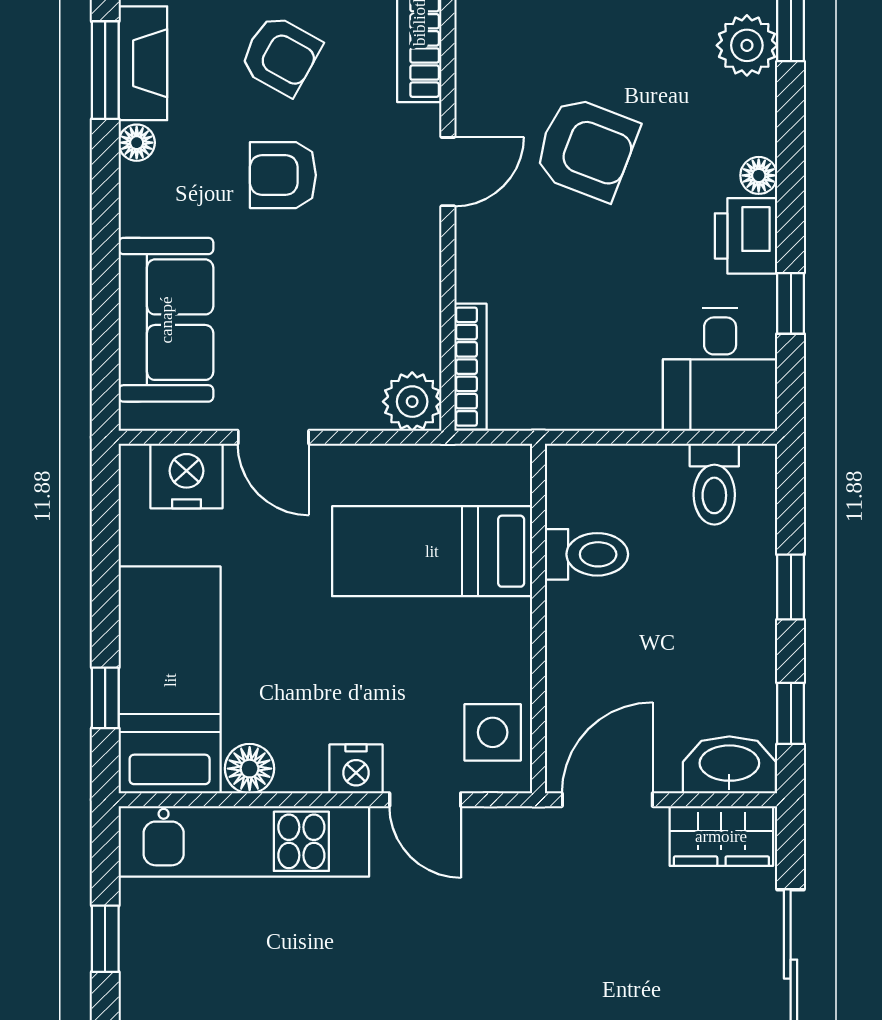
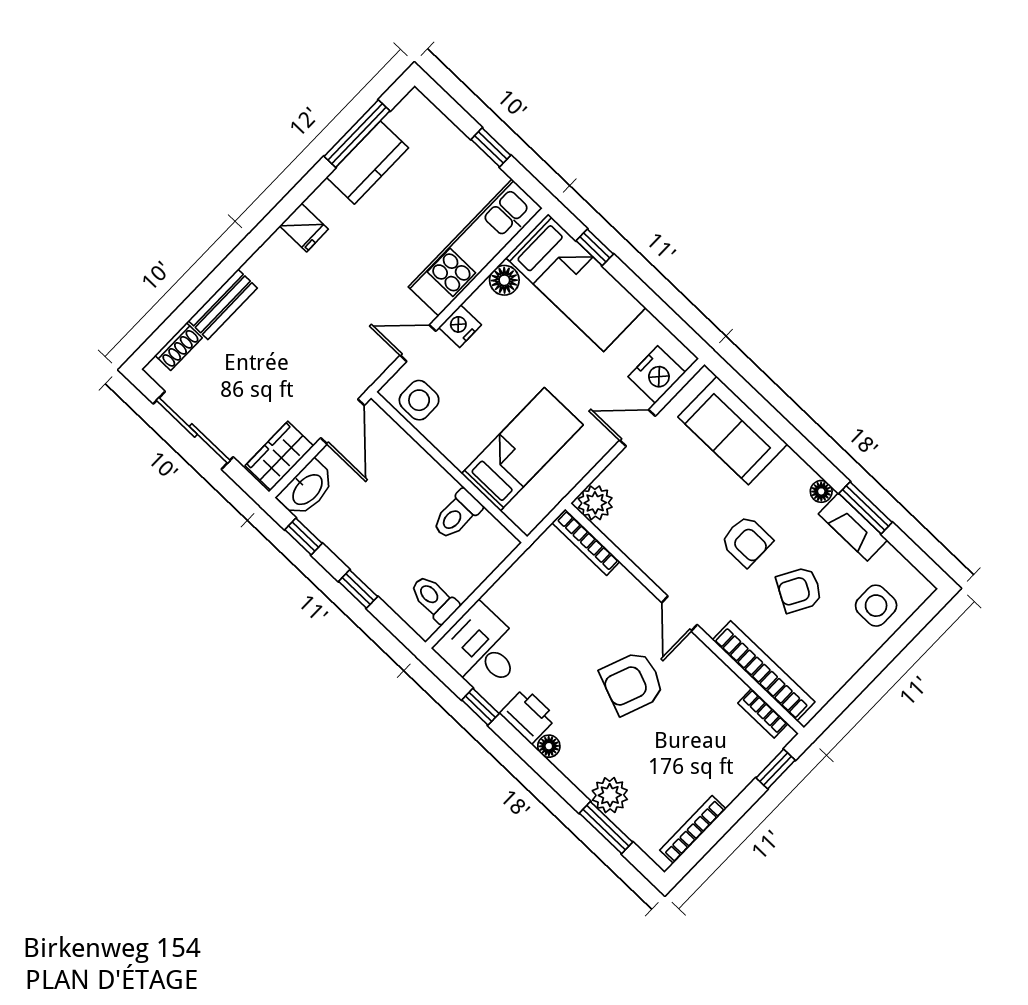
armchair: (283, 175) -> (747, 541), turned 90

